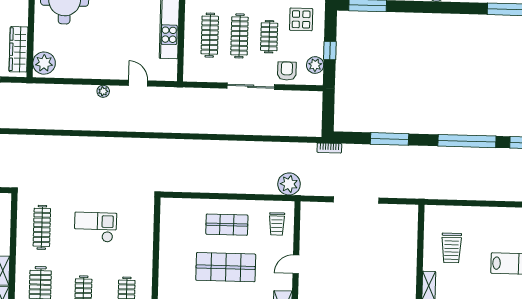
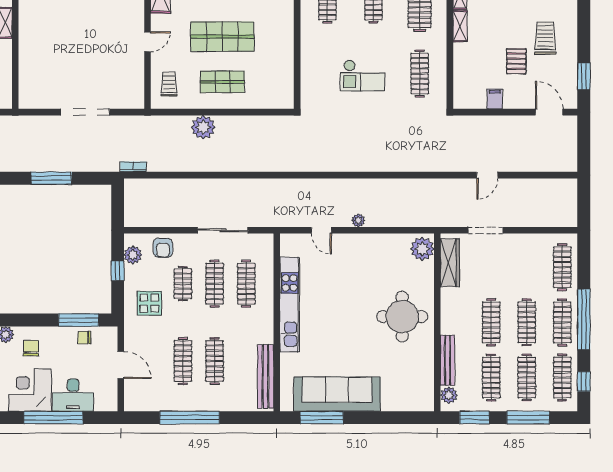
sliding door: (251, 86) -> (223, 230), moved
bookcase: (329, 148) -> (133, 167), moved
plant: (289, 184) -> (203, 127), moved

